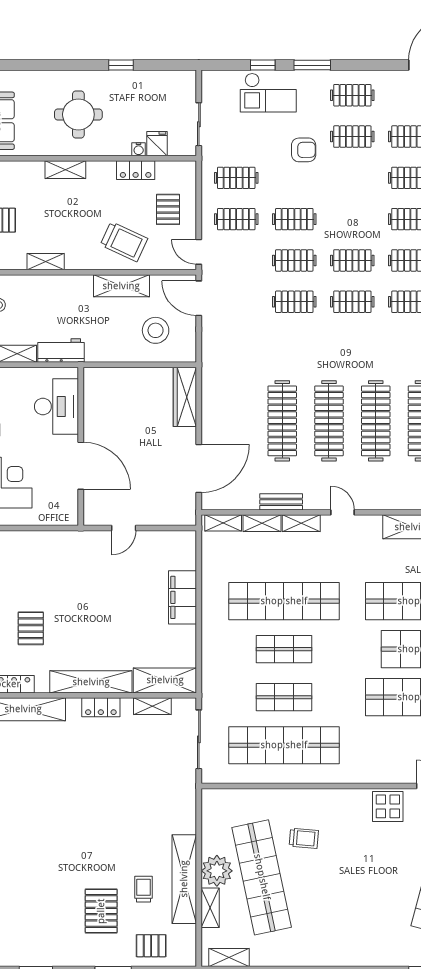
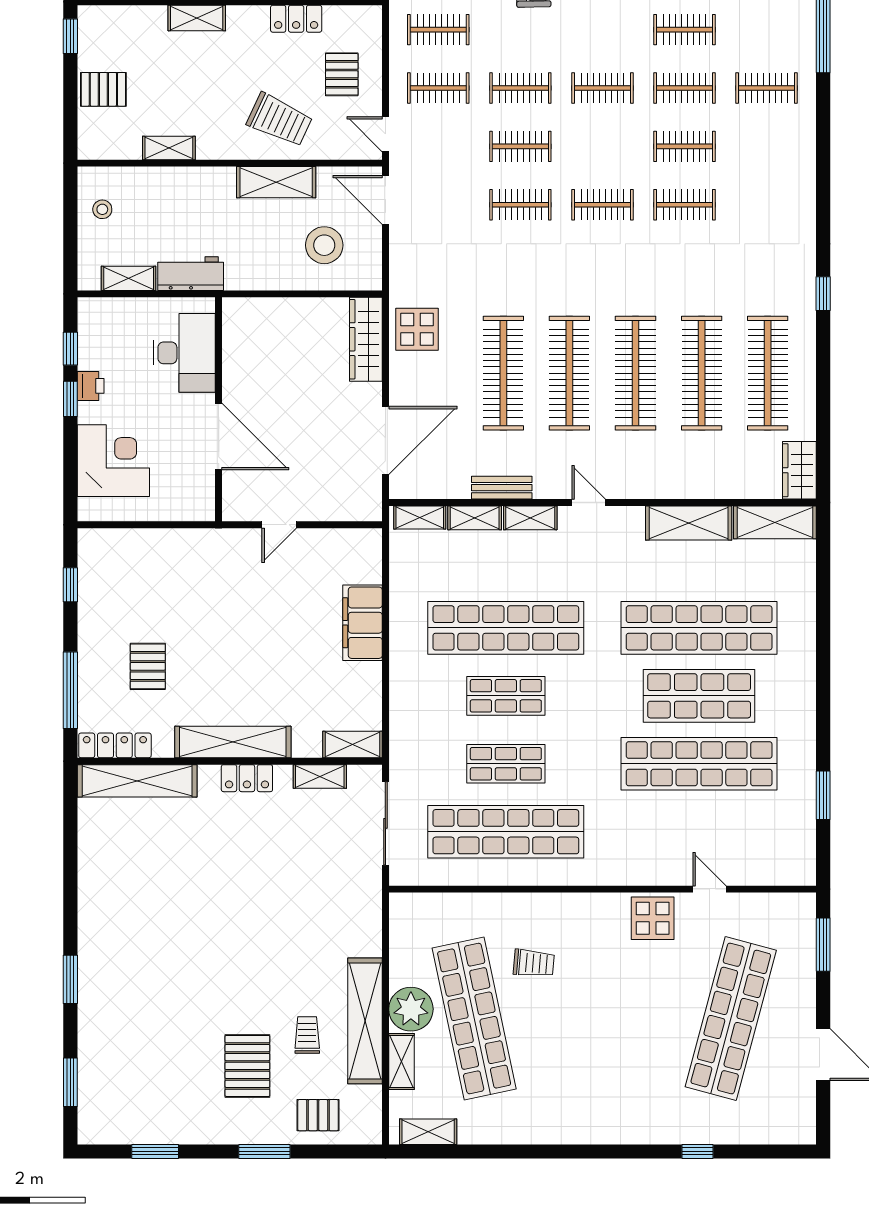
clothes rail: (352, 260) -> (602, 88), moved
display table: (221, 390) -> (417, 329), added
shelving: (165, 680) -> (352, 745), width x0.67, depth x0.75

